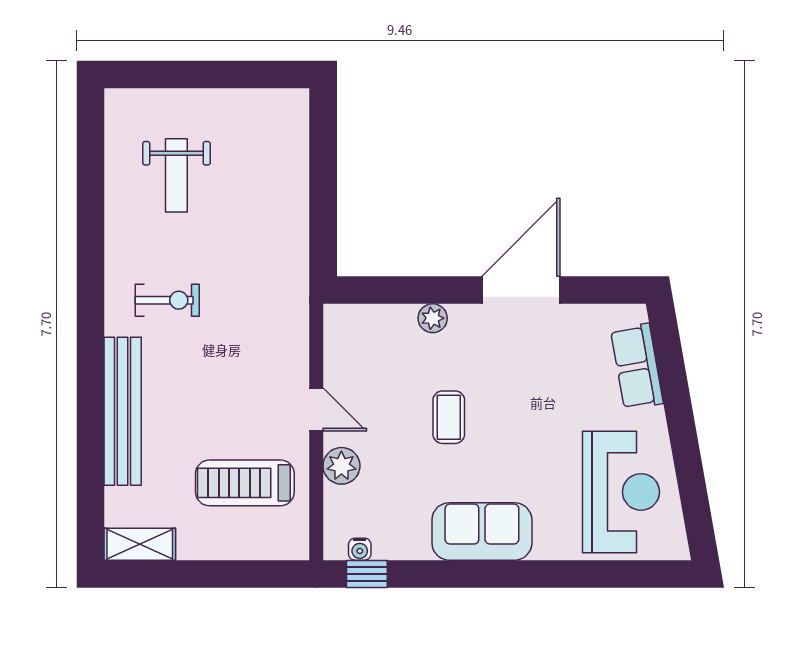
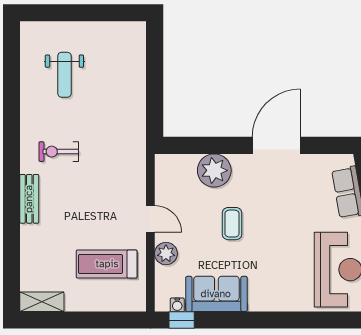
exercise bike: (167, 300) -> (59, 152), turned 180
plant: (433, 318) -> (214, 170), width x1.88, depth x1.88
bench: (123, 411) -> (29, 199), width x0.54, depth x0.82
sofa: (482, 531) -> (216, 294), moved

